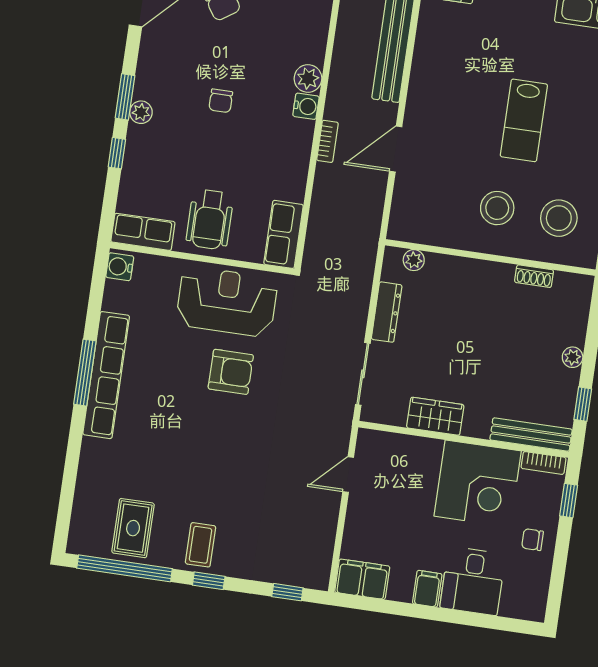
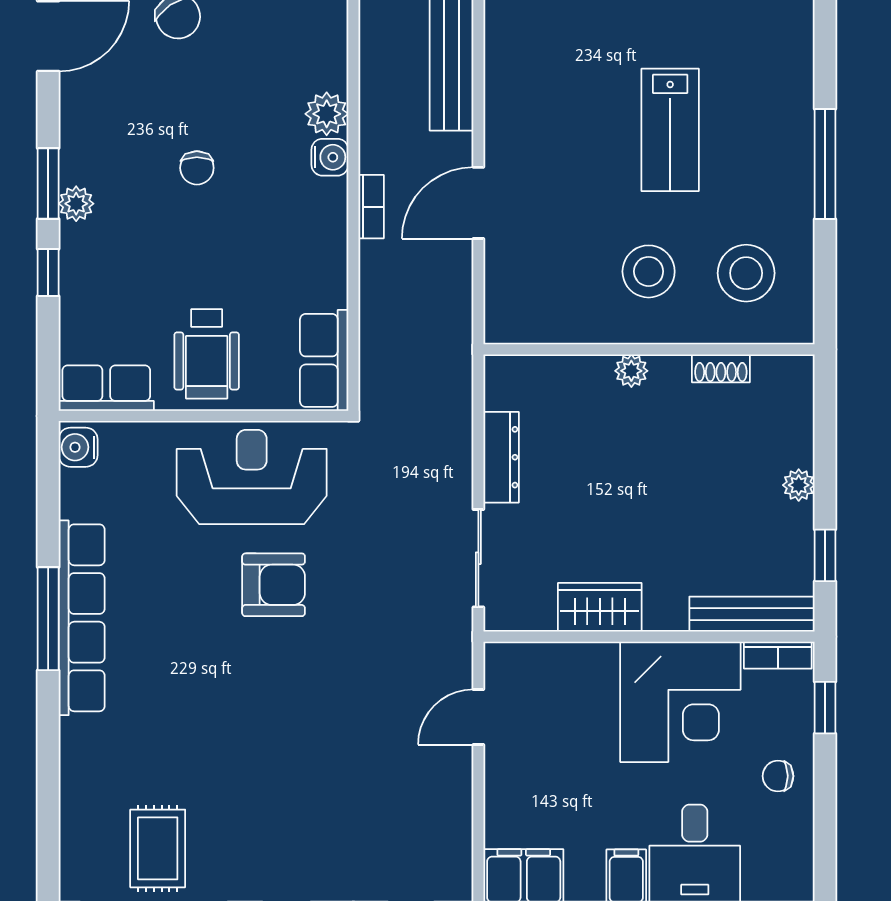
plant: (414, 260) -> (631, 371), moved
coffee table: (201, 545) -> (266, 859), removed

